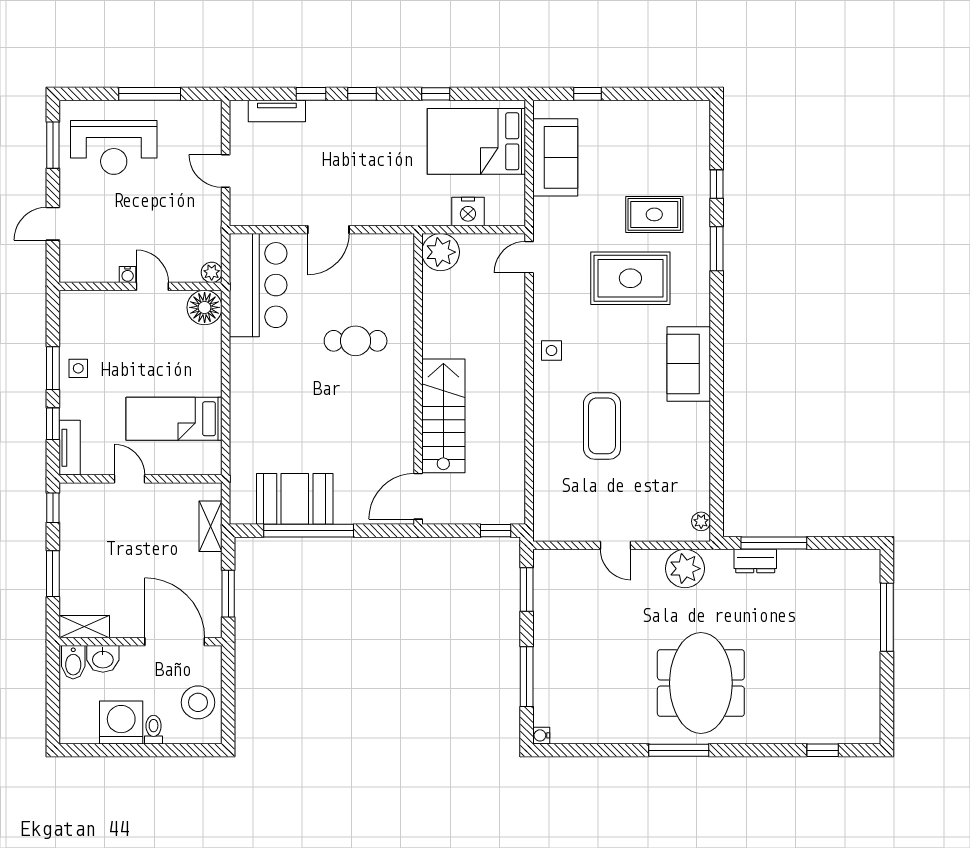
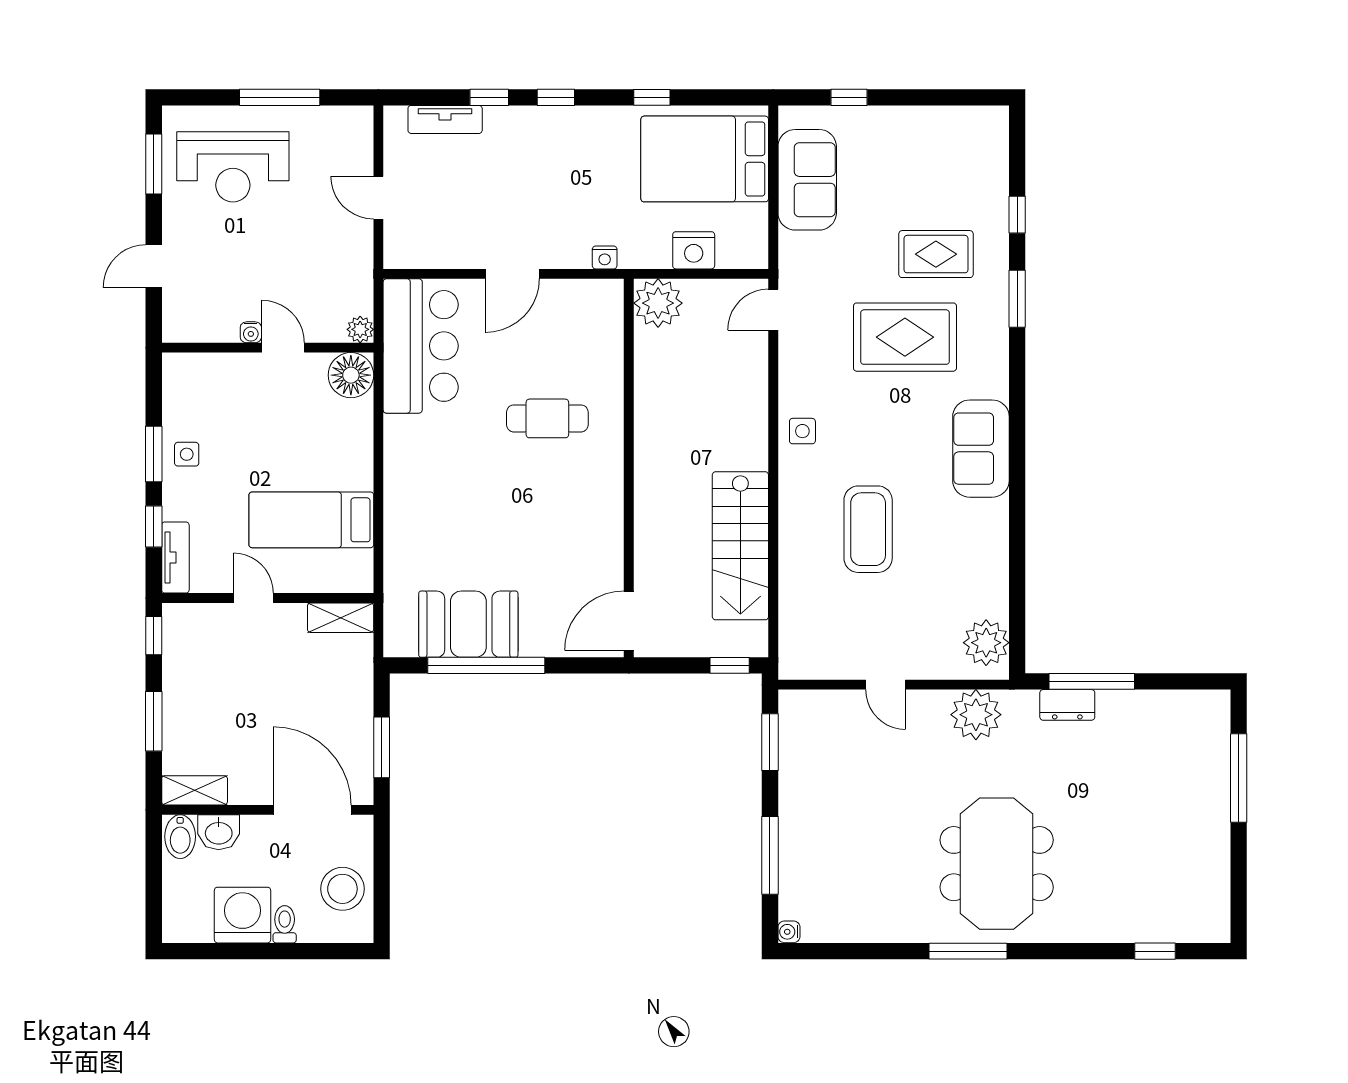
nightstand: (400, 217) -> (605, 257), added
stairs: (443, 416) -> (740, 546), moved, turned 180
plant: (701, 521) -> (986, 643), width x1.88, depth x1.88
shelving: (211, 526) -> (341, 618), moved, turned 90

